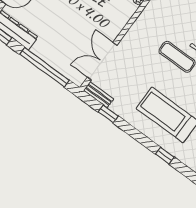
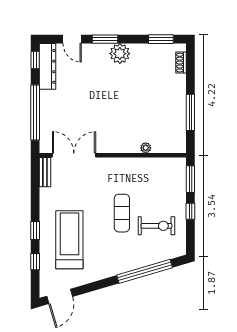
window: (108, 114) -> (35, 230), moved

